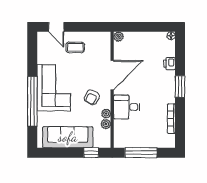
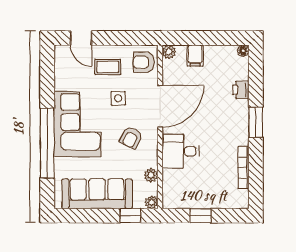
filing cabinet: (137, 39) -> (195, 56), added
armchair: (101, 44) -> (144, 62), added
side table: (83, 70) -> (118, 98), added
plant: (106, 114) -> (151, 202), moved
window: (141, 153) -> (201, 216), width x0.46

